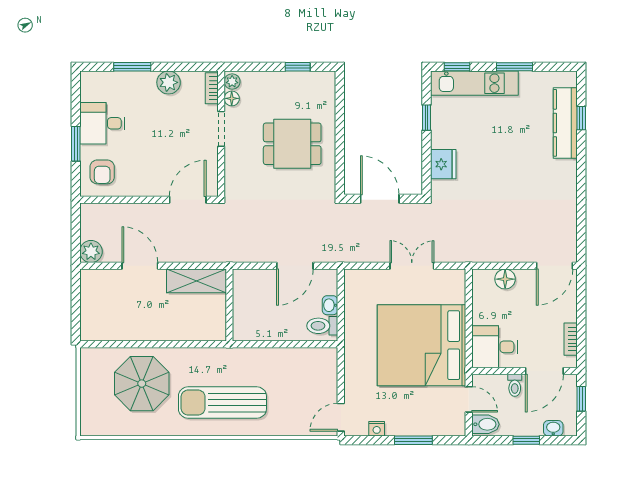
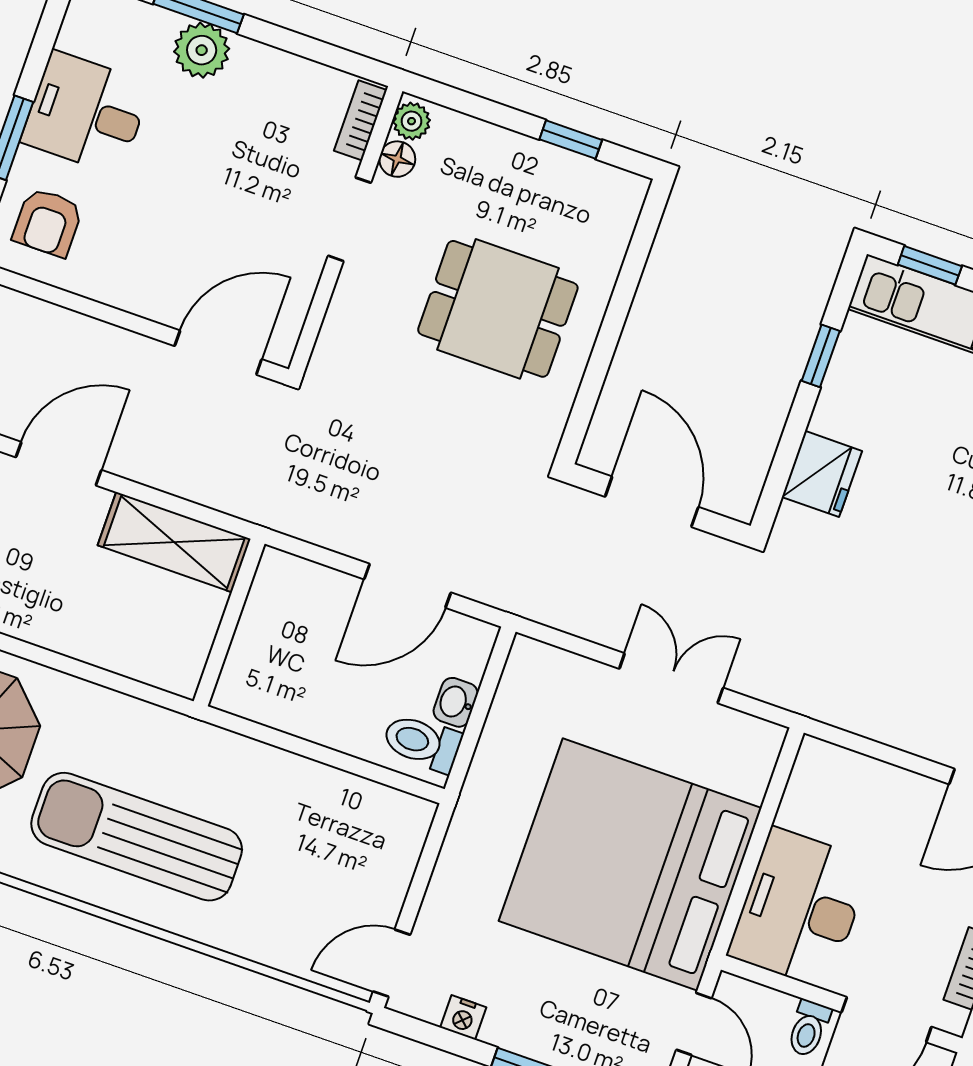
plant: (169, 82) -> (202, 50), moved
door: (140, 266) -> (59, 464), hinge flipped
floor lamp: (505, 279) -> (871, 781), removed
desk: (495, 347) -> (800, 908), width x1.37

